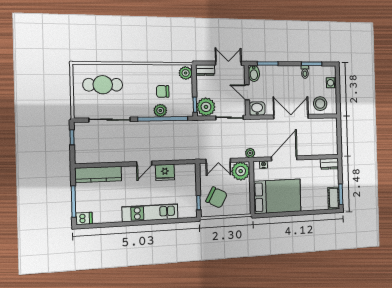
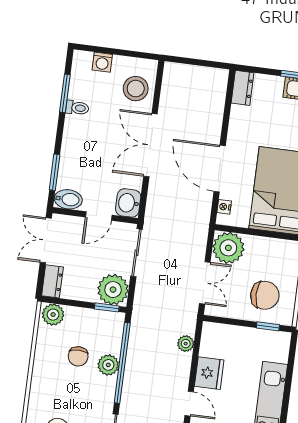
plant: (250, 153) -> (186, 344), moved
chair: (217, 197) -> (265, 295), turned 62

